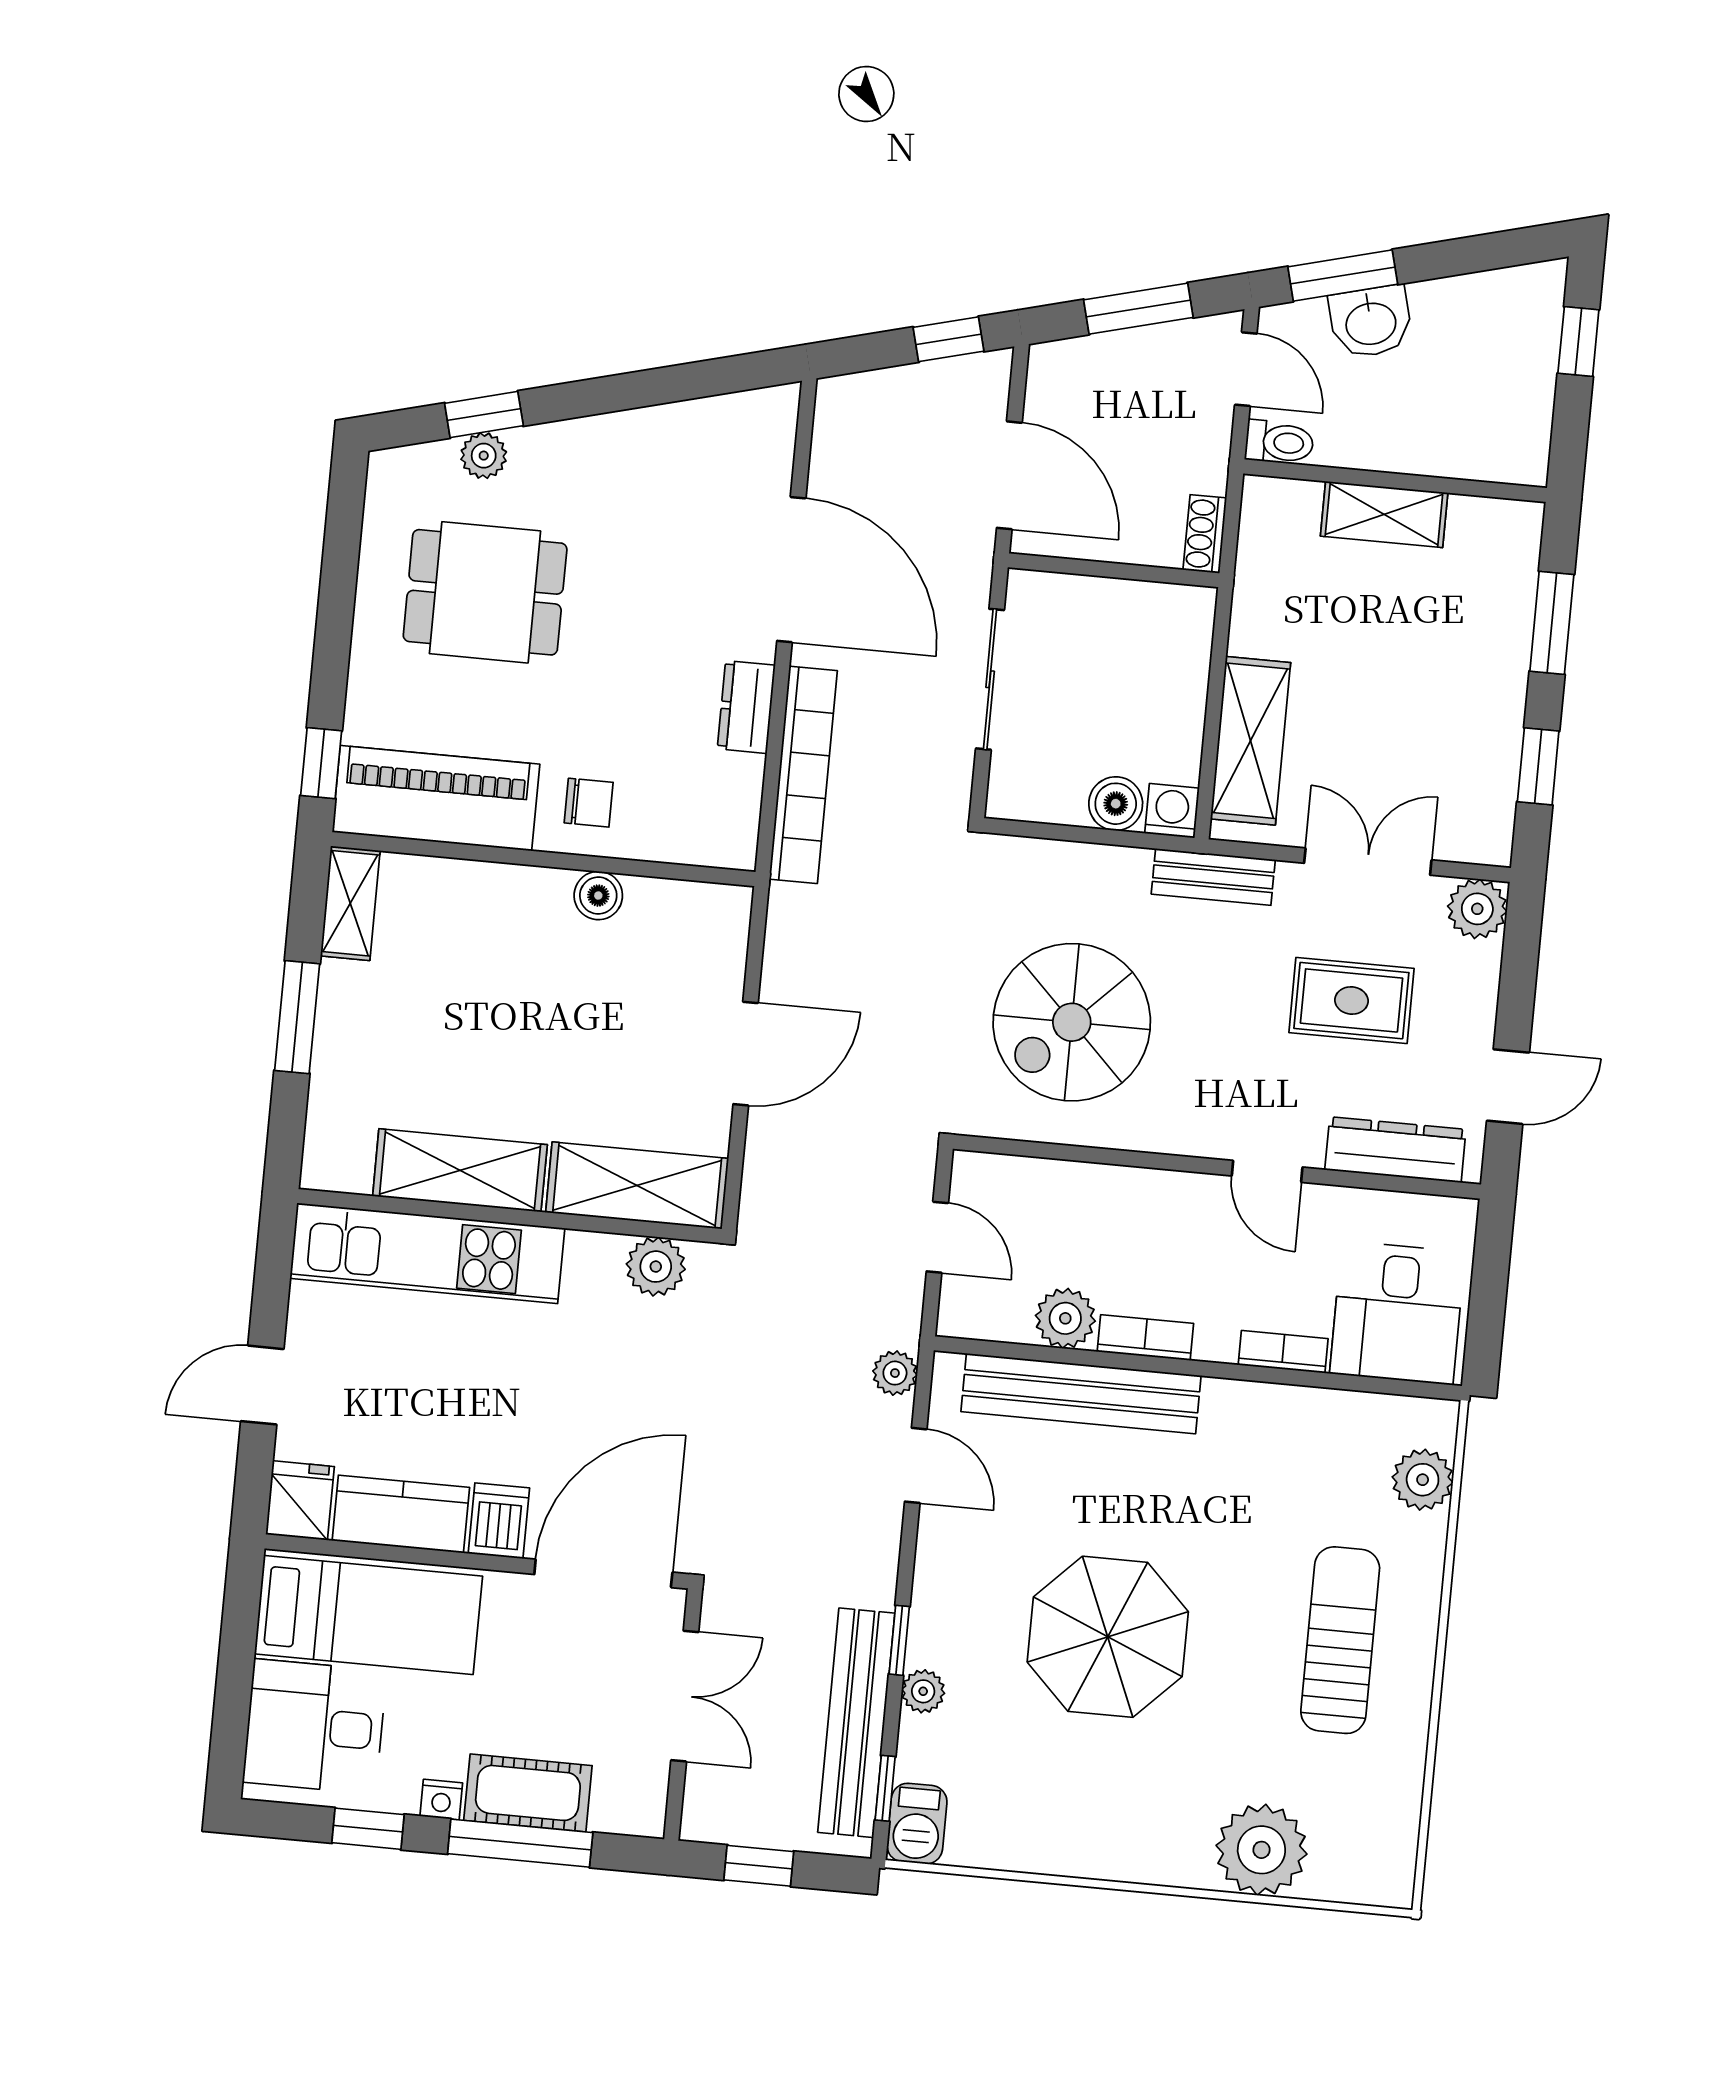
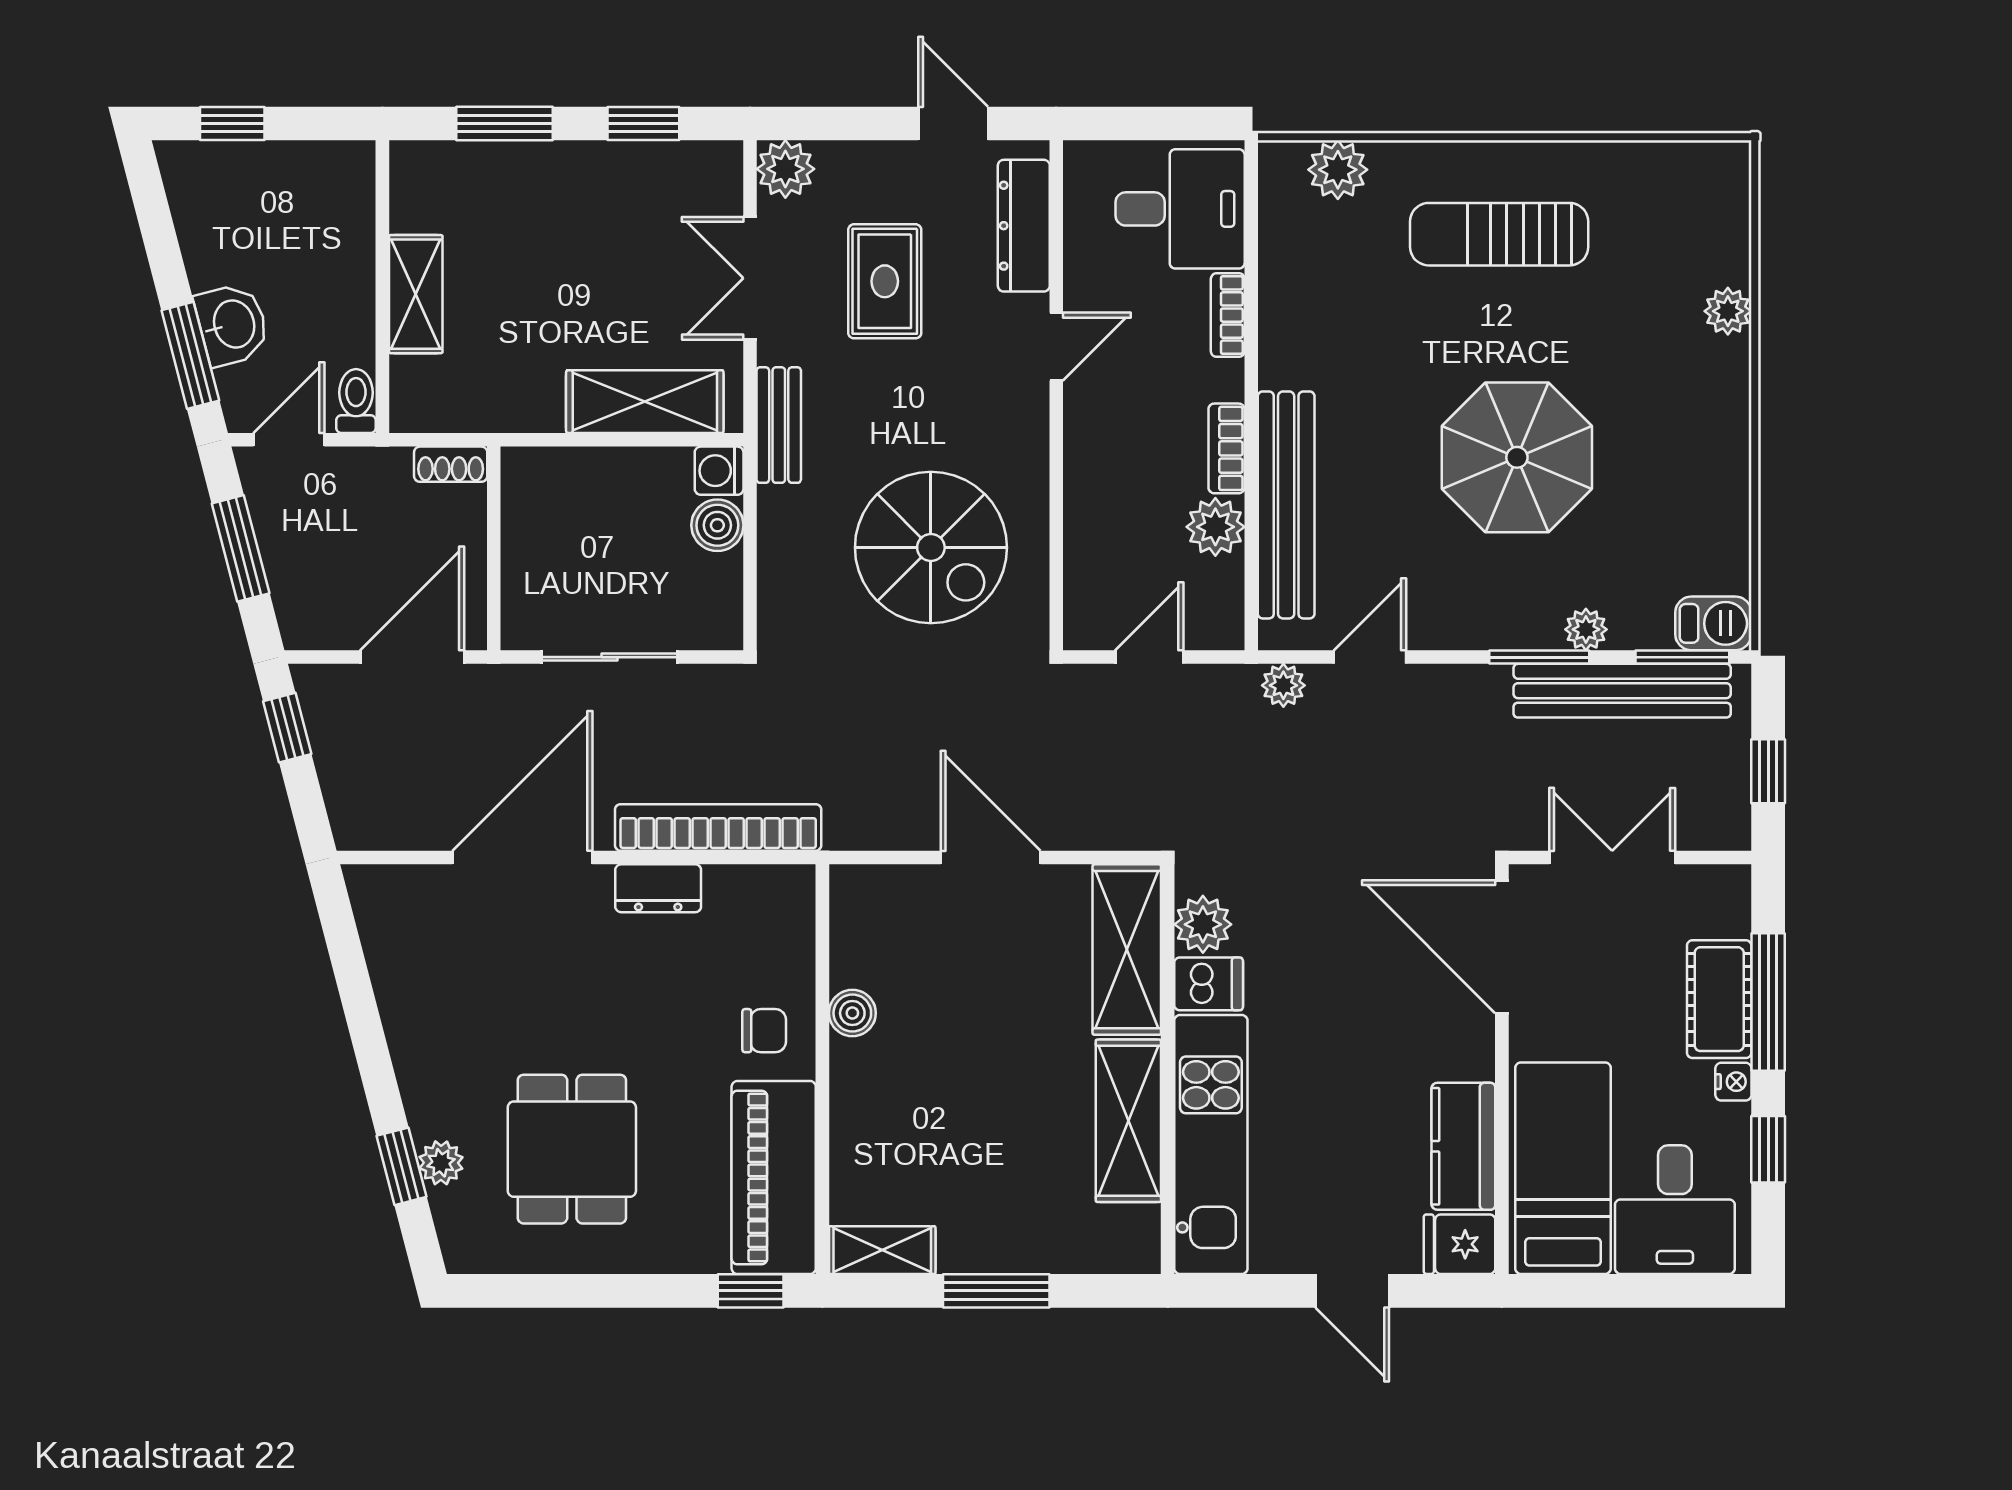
chair: (589, 803) -> (764, 1031), turned 90
dishwasher: (499, 1521) -> (1209, 984), moved, turned 180
window: (899, 1640) -> (1539, 657), width x1.50
window: (885, 1788) -> (1682, 657), width x1.50
plant: (1261, 1850) -> (1728, 311), width x0.53, depth x0.53

